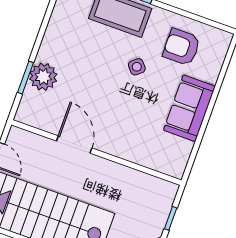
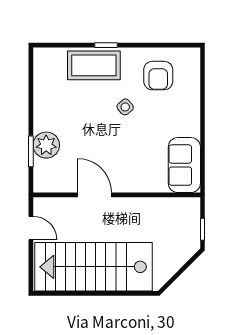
armchair: (182, 47) -> (158, 76), turned -90
sofa: (189, 108) -> (184, 165), moved

